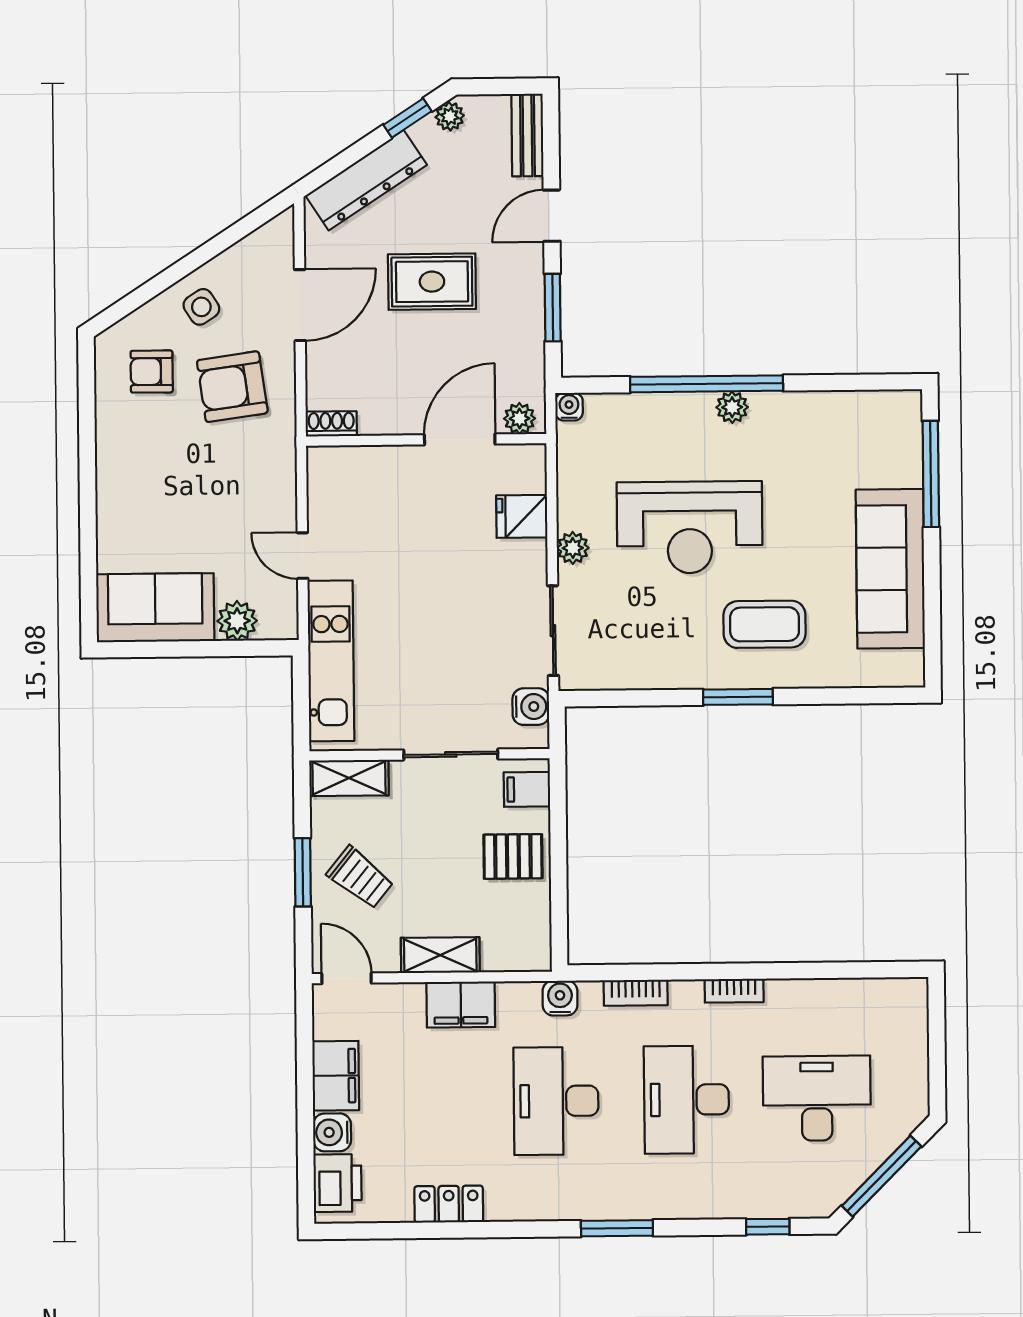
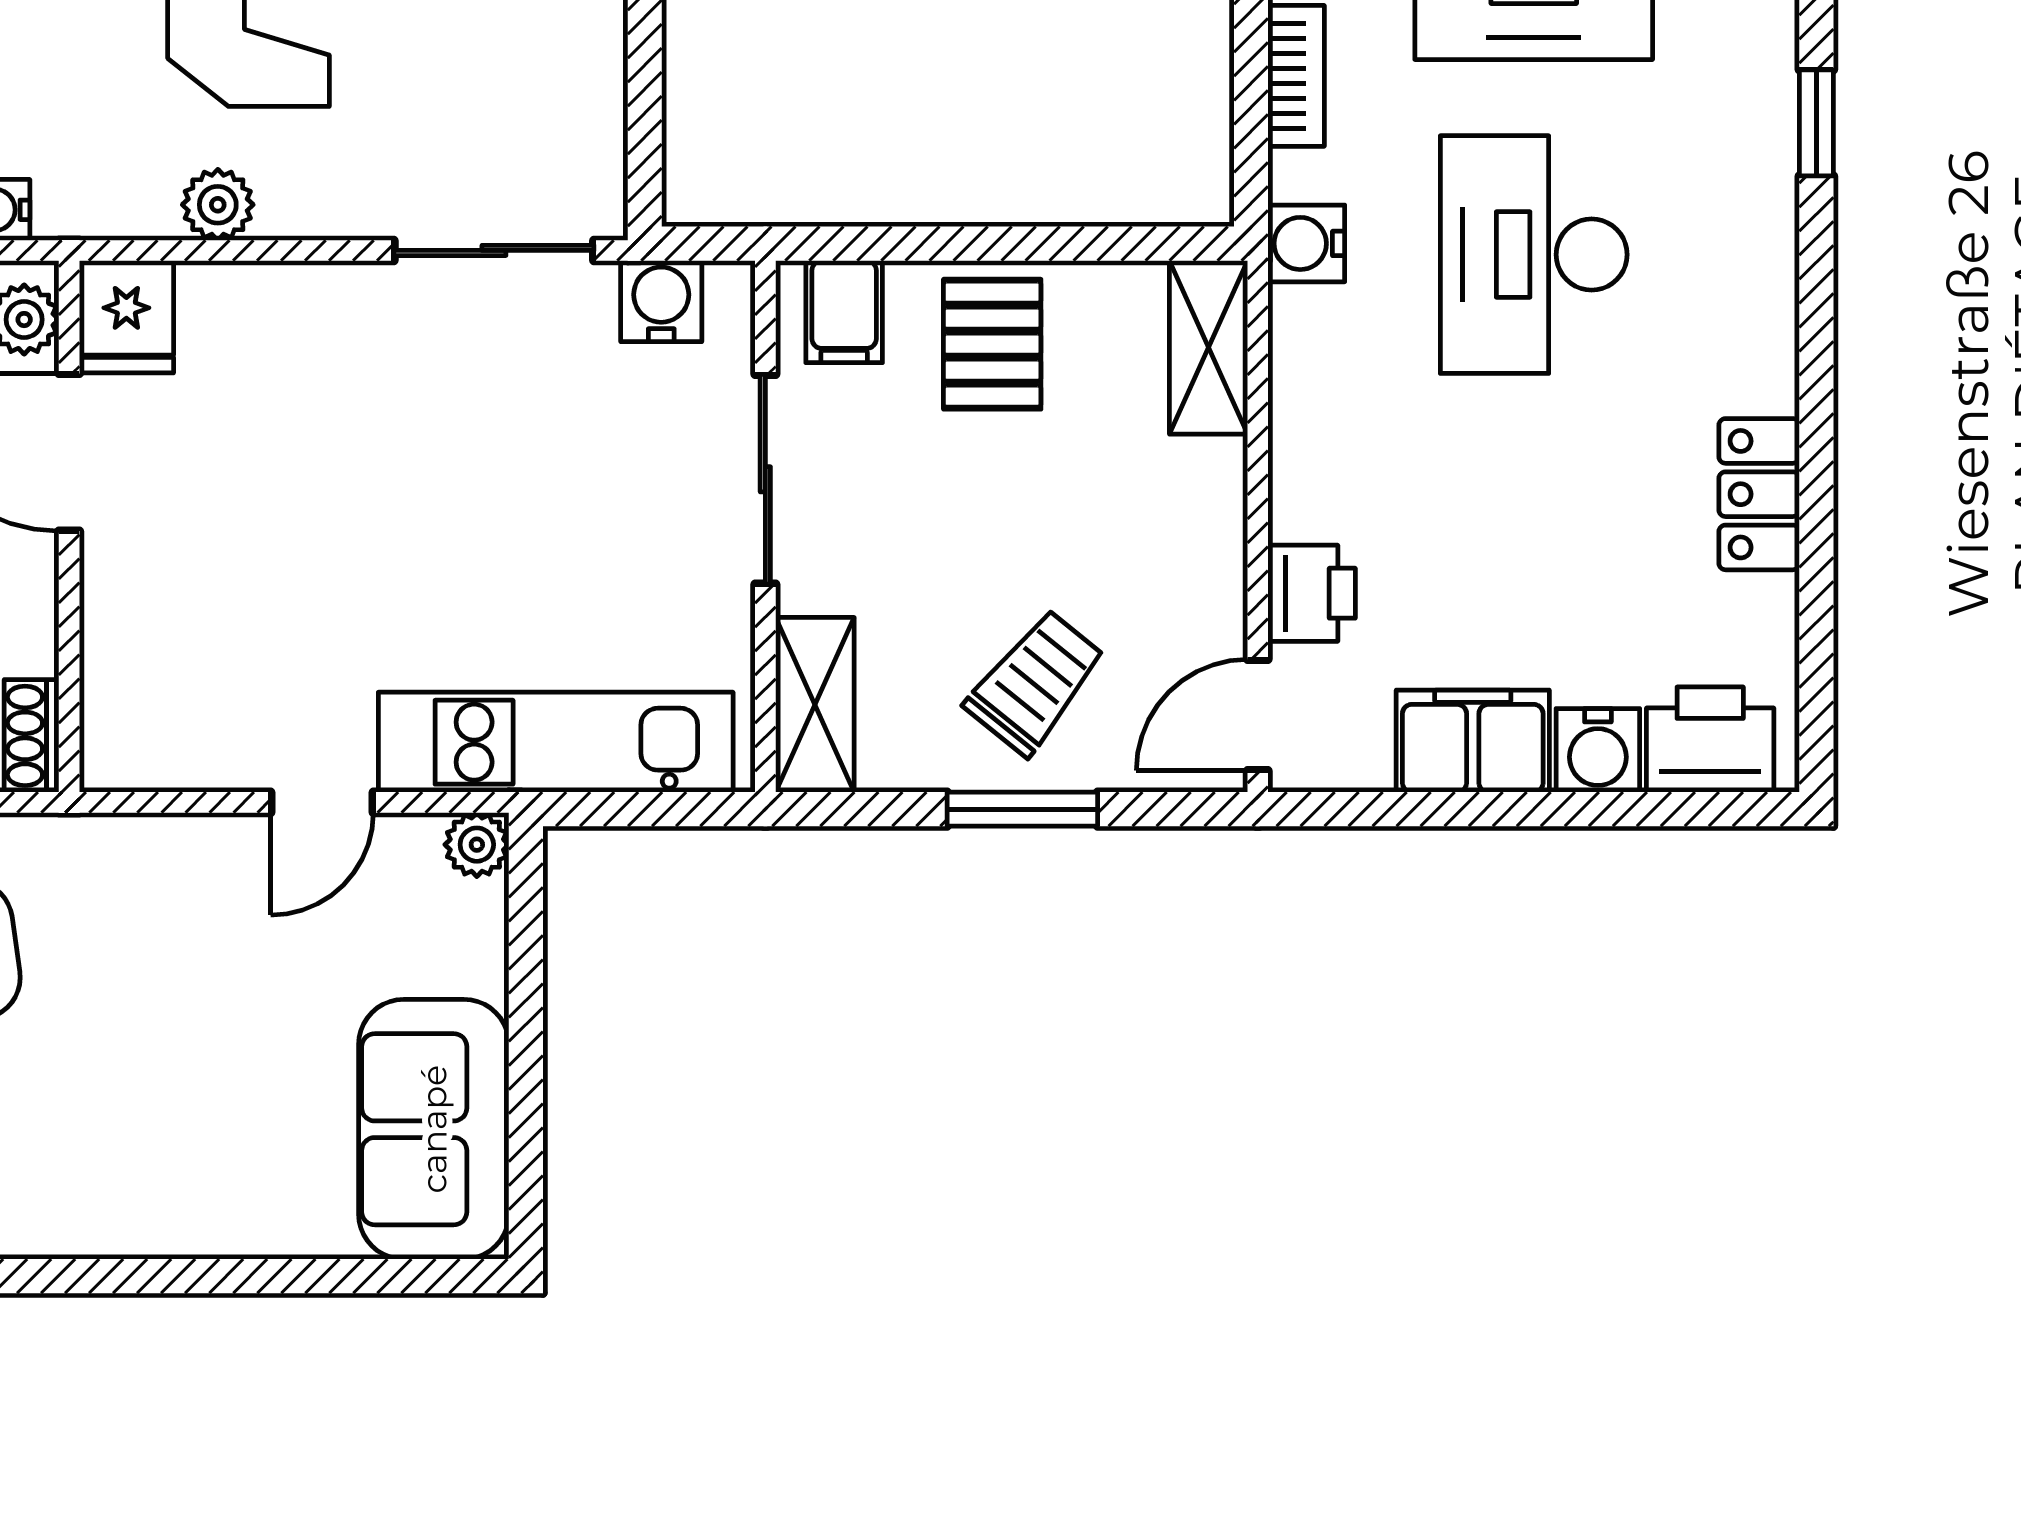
fridge: (522, 516) -> (126, 317), moved
plant: (573, 548) -> (218, 205), moved
plant: (237, 621) -> (477, 845), moved, width x0.73, depth x0.73
shelving: (440, 955) -> (1209, 347), moved
printer: (402, 1002) -> (1312, 593), added
filing cabinet: (461, 1005) -> (1318, 463), removed
desk: (556, 1101) -> (1534, 255), turned 90
window: (617, 1228) -> (1816, 123), width x0.67

